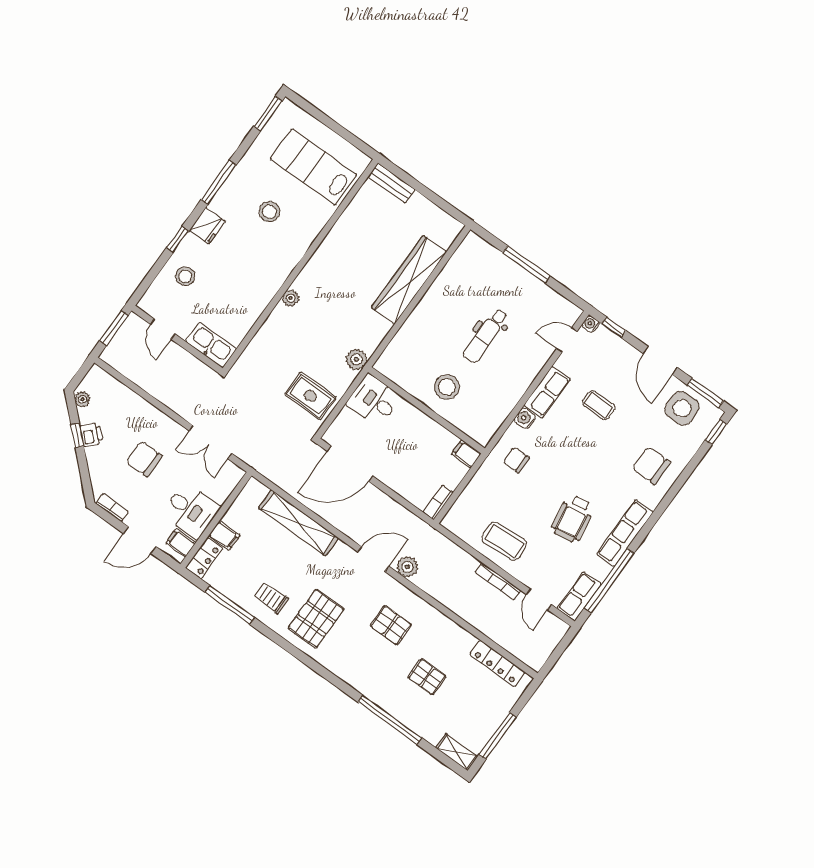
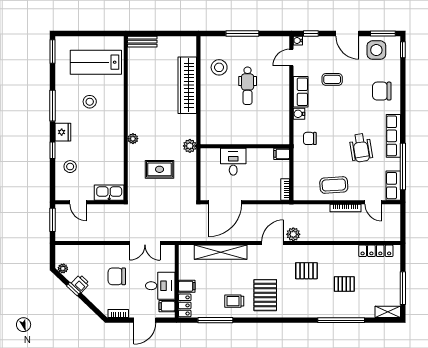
stool: (447, 387) -> (219, 67), moved
rug: (310, 396) -> (160, 169), moved
desk: (374, 400) -> (233, 162), moved, turned 90

